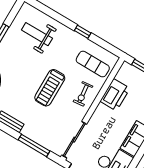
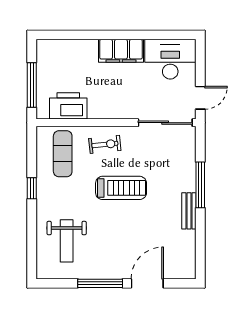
printer: (115, 95) -> (68, 106), moved
window: (34, 145) -> (200, 185), moved

